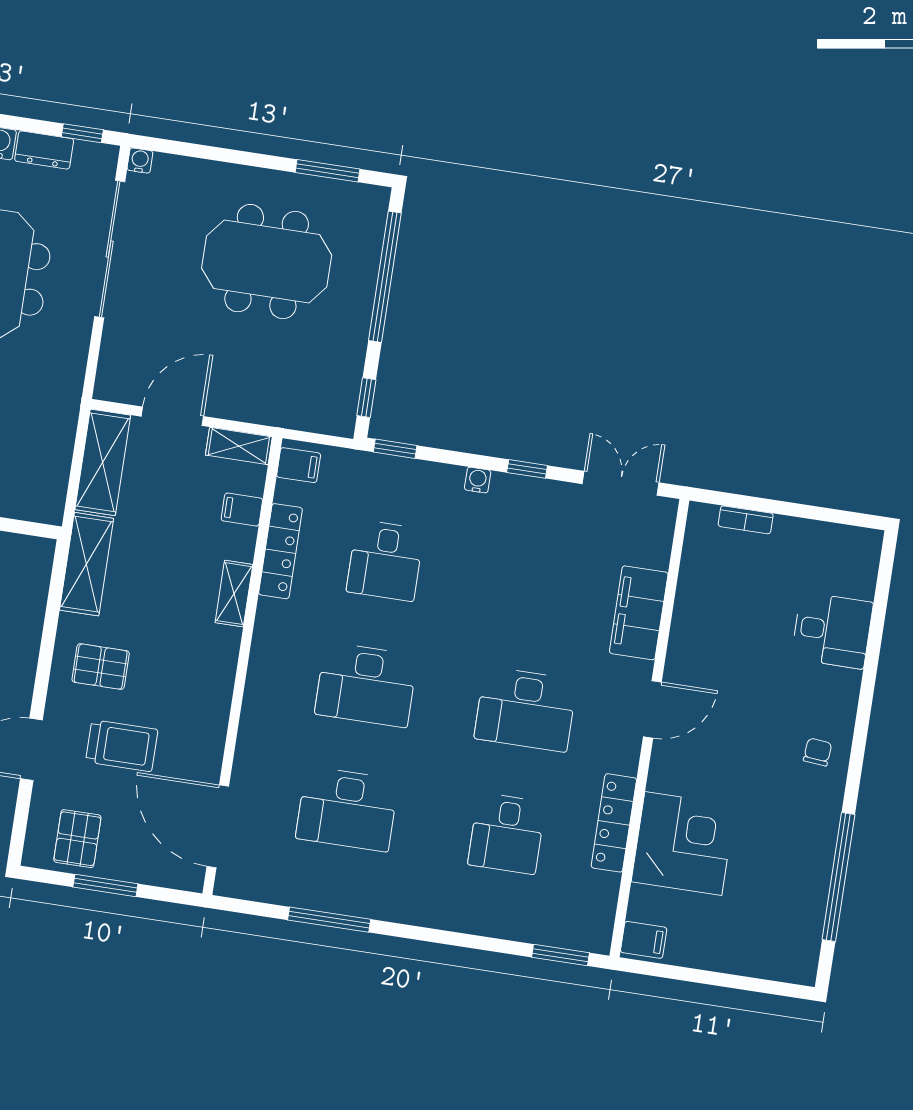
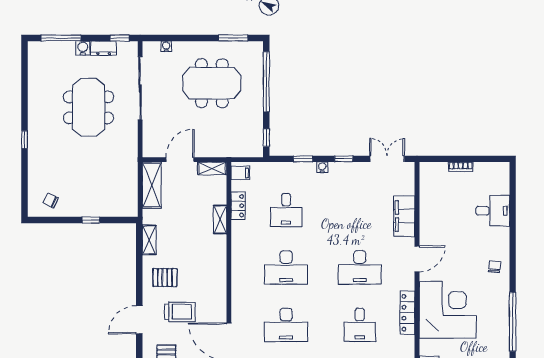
water cooler: (140, 161) -> (166, 46), moved
window: (395, 449) -> (303, 159), moved
filing cabinet: (242, 510) -> (218, 197), removed
bookcase: (746, 520) -> (461, 167), moved
locker: (280, 551) -> (238, 206), width x0.66
shelving: (87, 564) -> (149, 240), width x0.67, depth x0.75
shelving: (234, 594) -> (220, 220), moved
corner desk: (683, 843) -> (448, 310), width x1.36, depth x1.36

